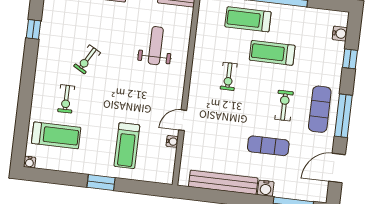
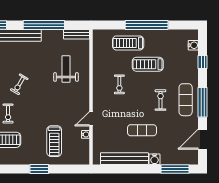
exercise mat: (268, 146) -> (142, 130), moved

